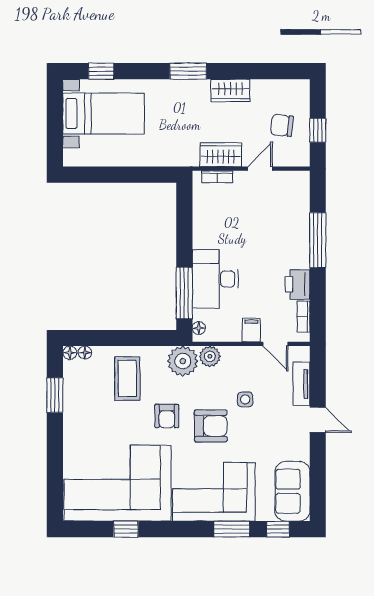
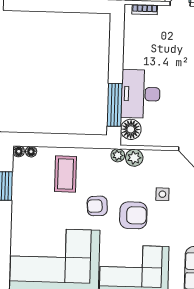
floor lamp: (199, 328) -> (131, 129), width x1.89, depth x1.89
filing cabinet: (251, 330) -> (169, 137), removed
plant: (183, 361) -> (118, 155), width x0.53, depth x0.53
armchair: (167, 416) -> (97, 206), turned 86

